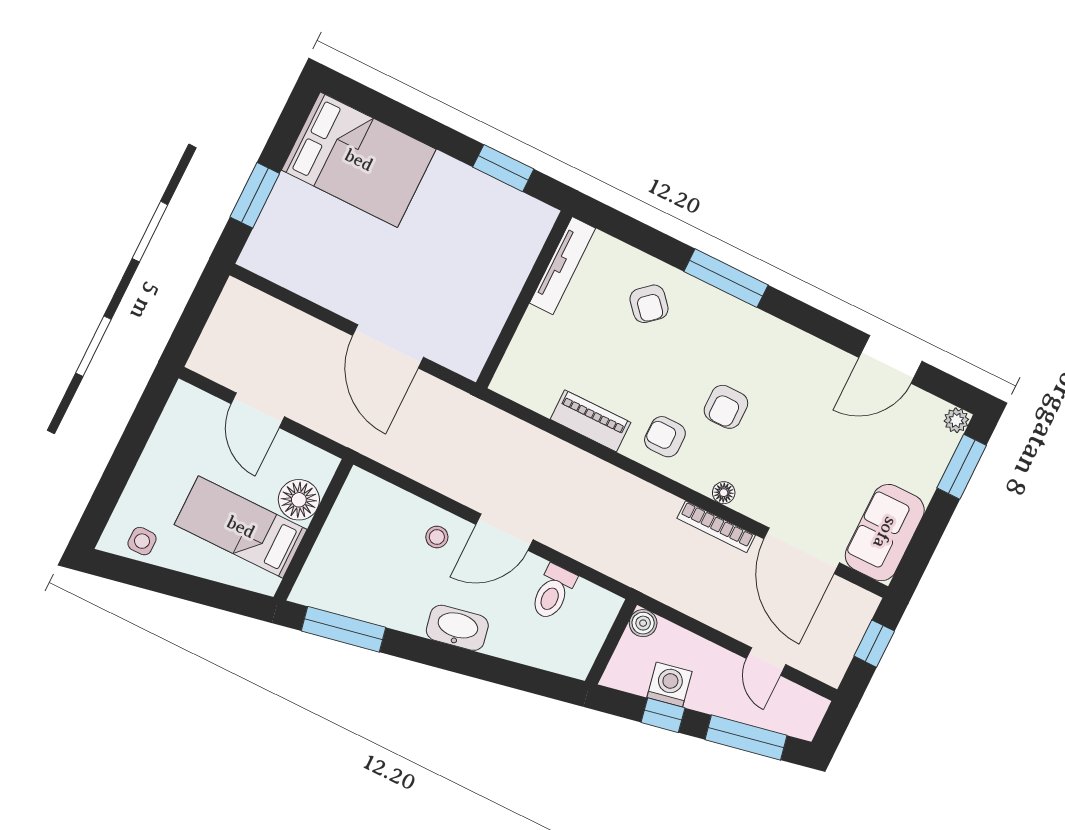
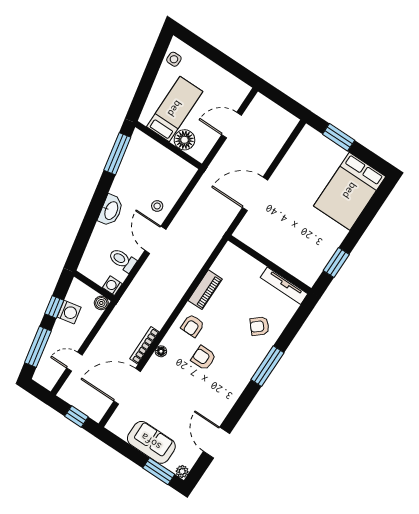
armchair: (665, 437) -> (192, 326), turned 180
sofa: (885, 533) -> (151, 442), moved
washing machine: (606, 606) -> (112, 286), added

